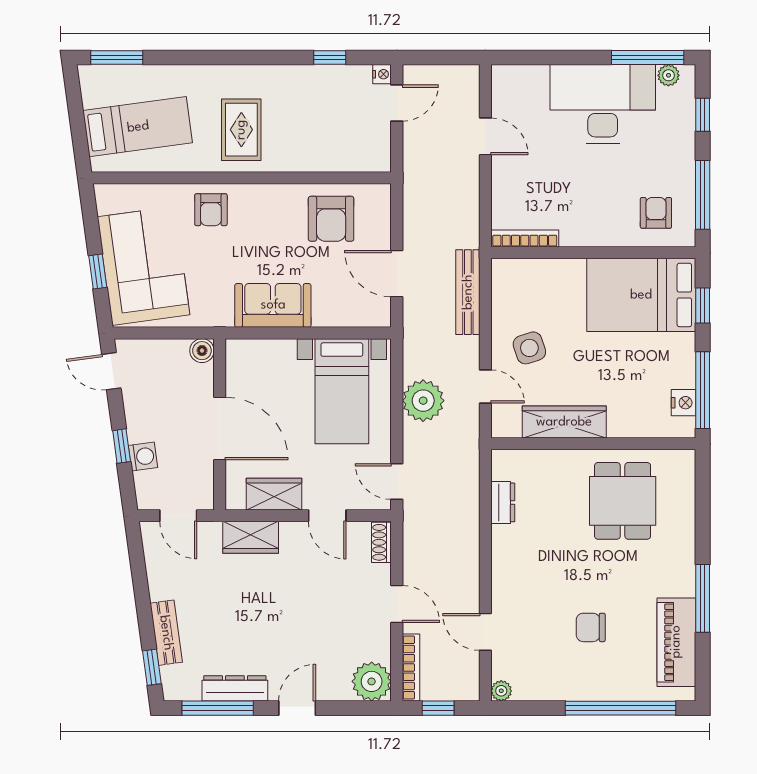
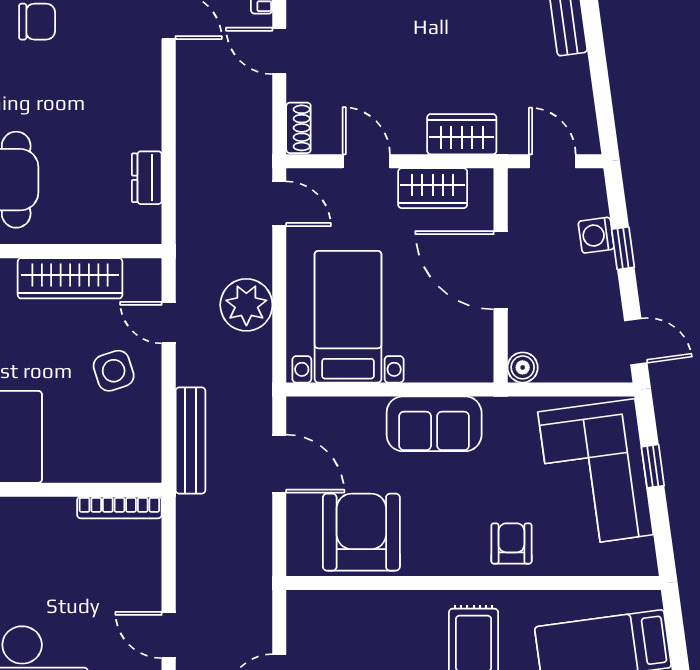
armchair: (331, 219) -> (361, 532), width x1.36, depth x1.36

